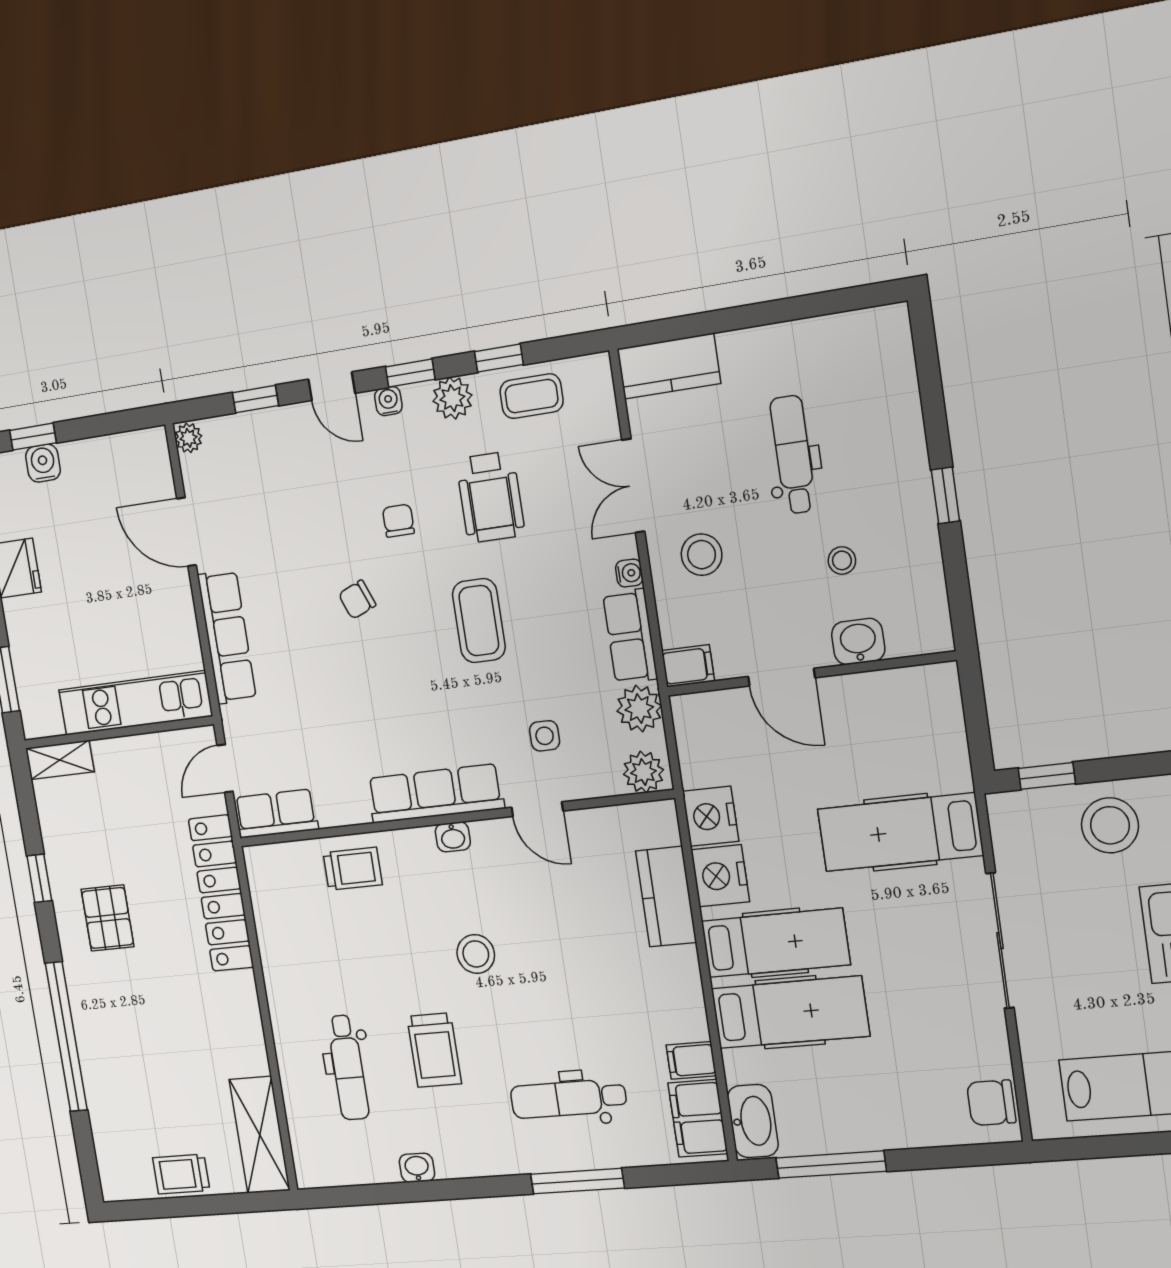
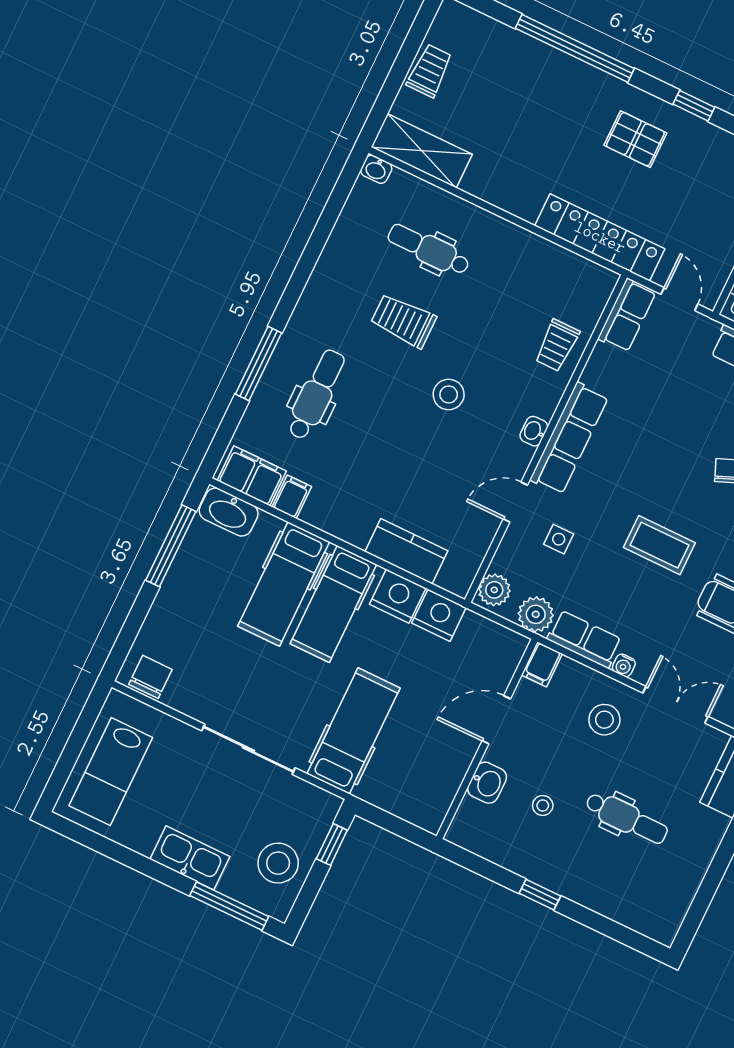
washbasin: (417, 1168) -> (376, 169), moved, turned 90

